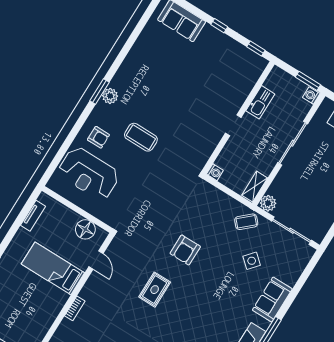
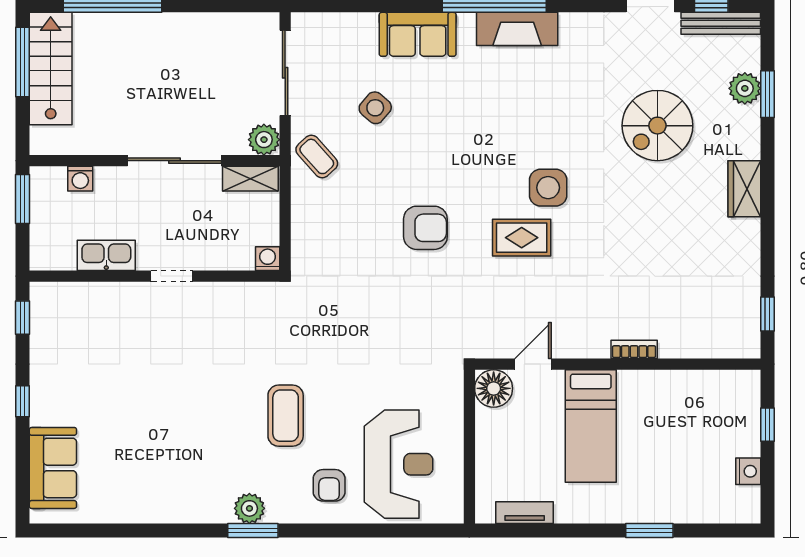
washing machine: (311, 96) -> (80, 179), moved
armchair: (98, 137) -> (329, 485), turned 180
sliding door: (293, 143) -> (174, 161), moved
floor lamp: (85, 229) -> (494, 388), moved
side table: (169, 315) -> (548, 188), added

